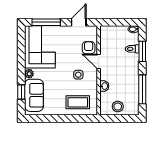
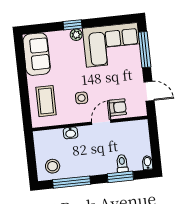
window: (21, 92) -> (73, 25), moved
sofa: (34, 95) -> (37, 54), moved, turned -90
stool: (118, 107) -> (53, 166), moved

